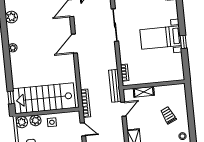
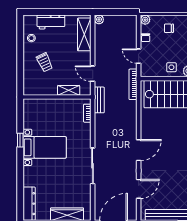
bench: (115, 86) -> (99, 100), width x0.73
door: (123, 109) -> (93, 74), hinge flipped

